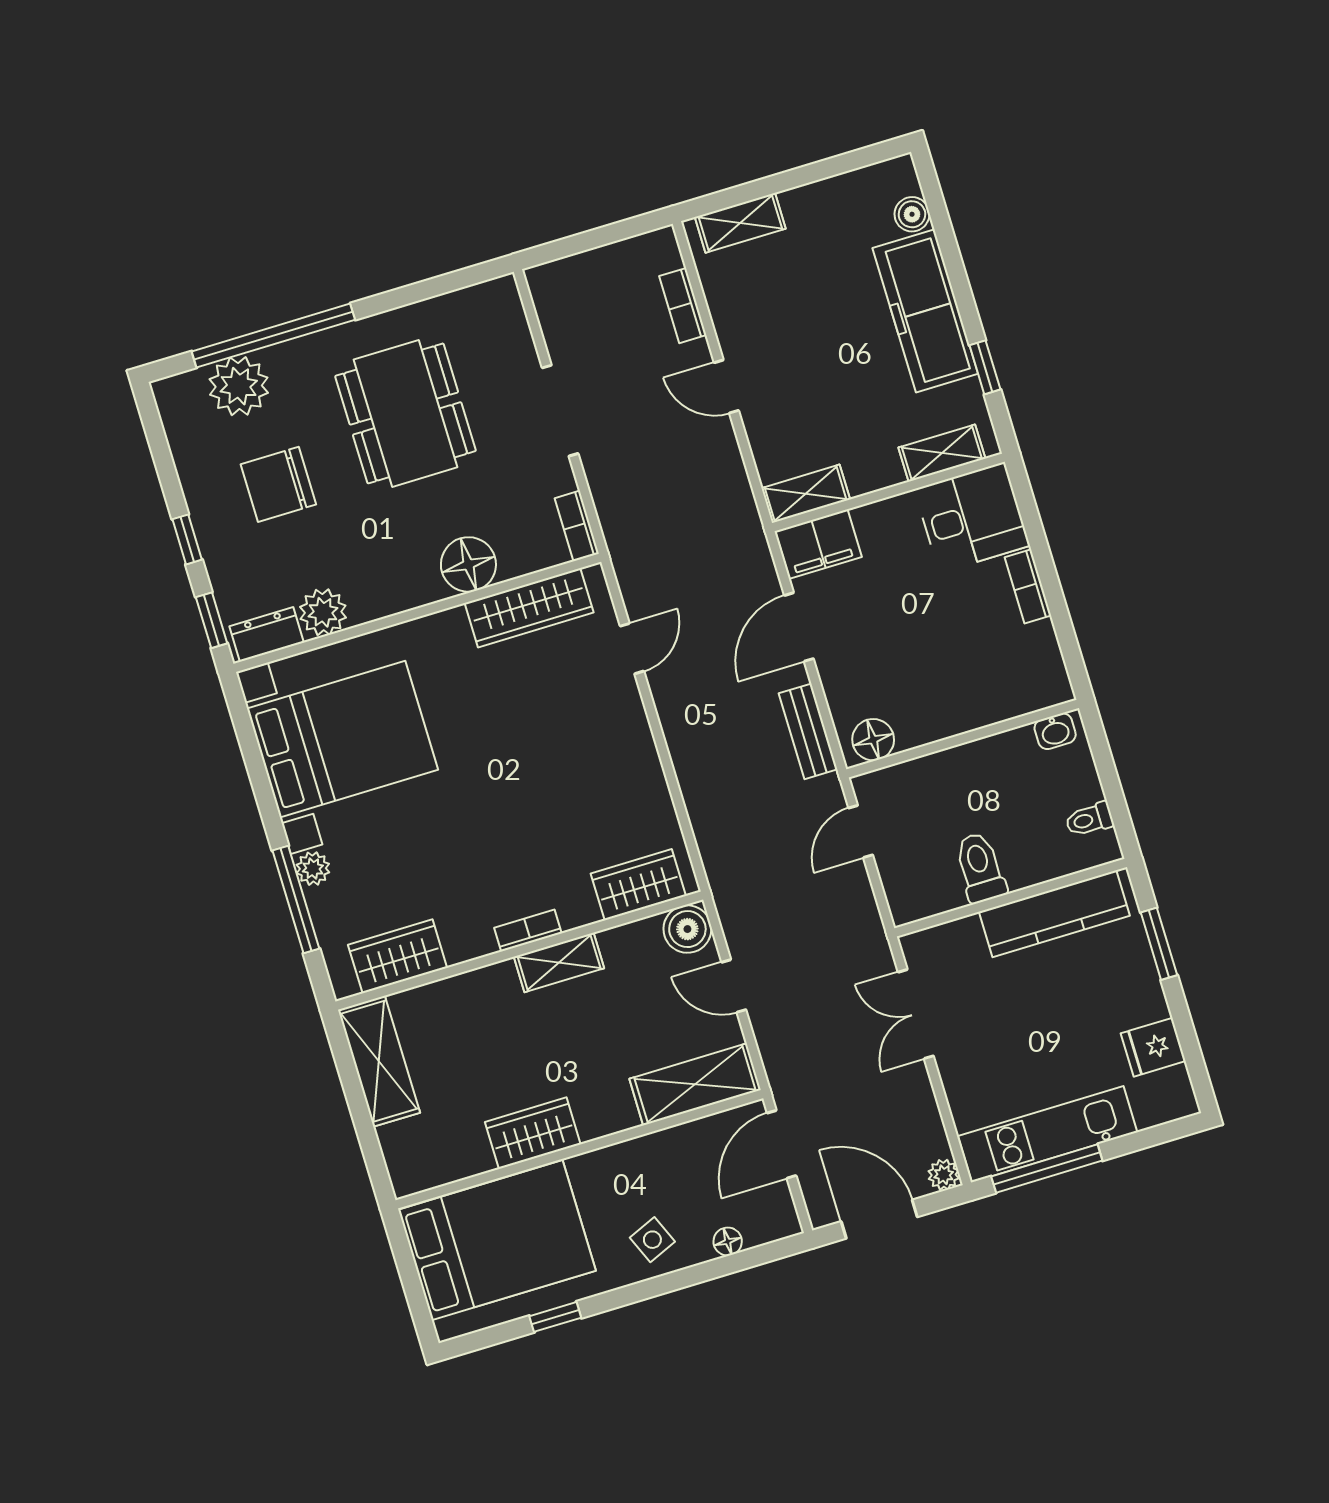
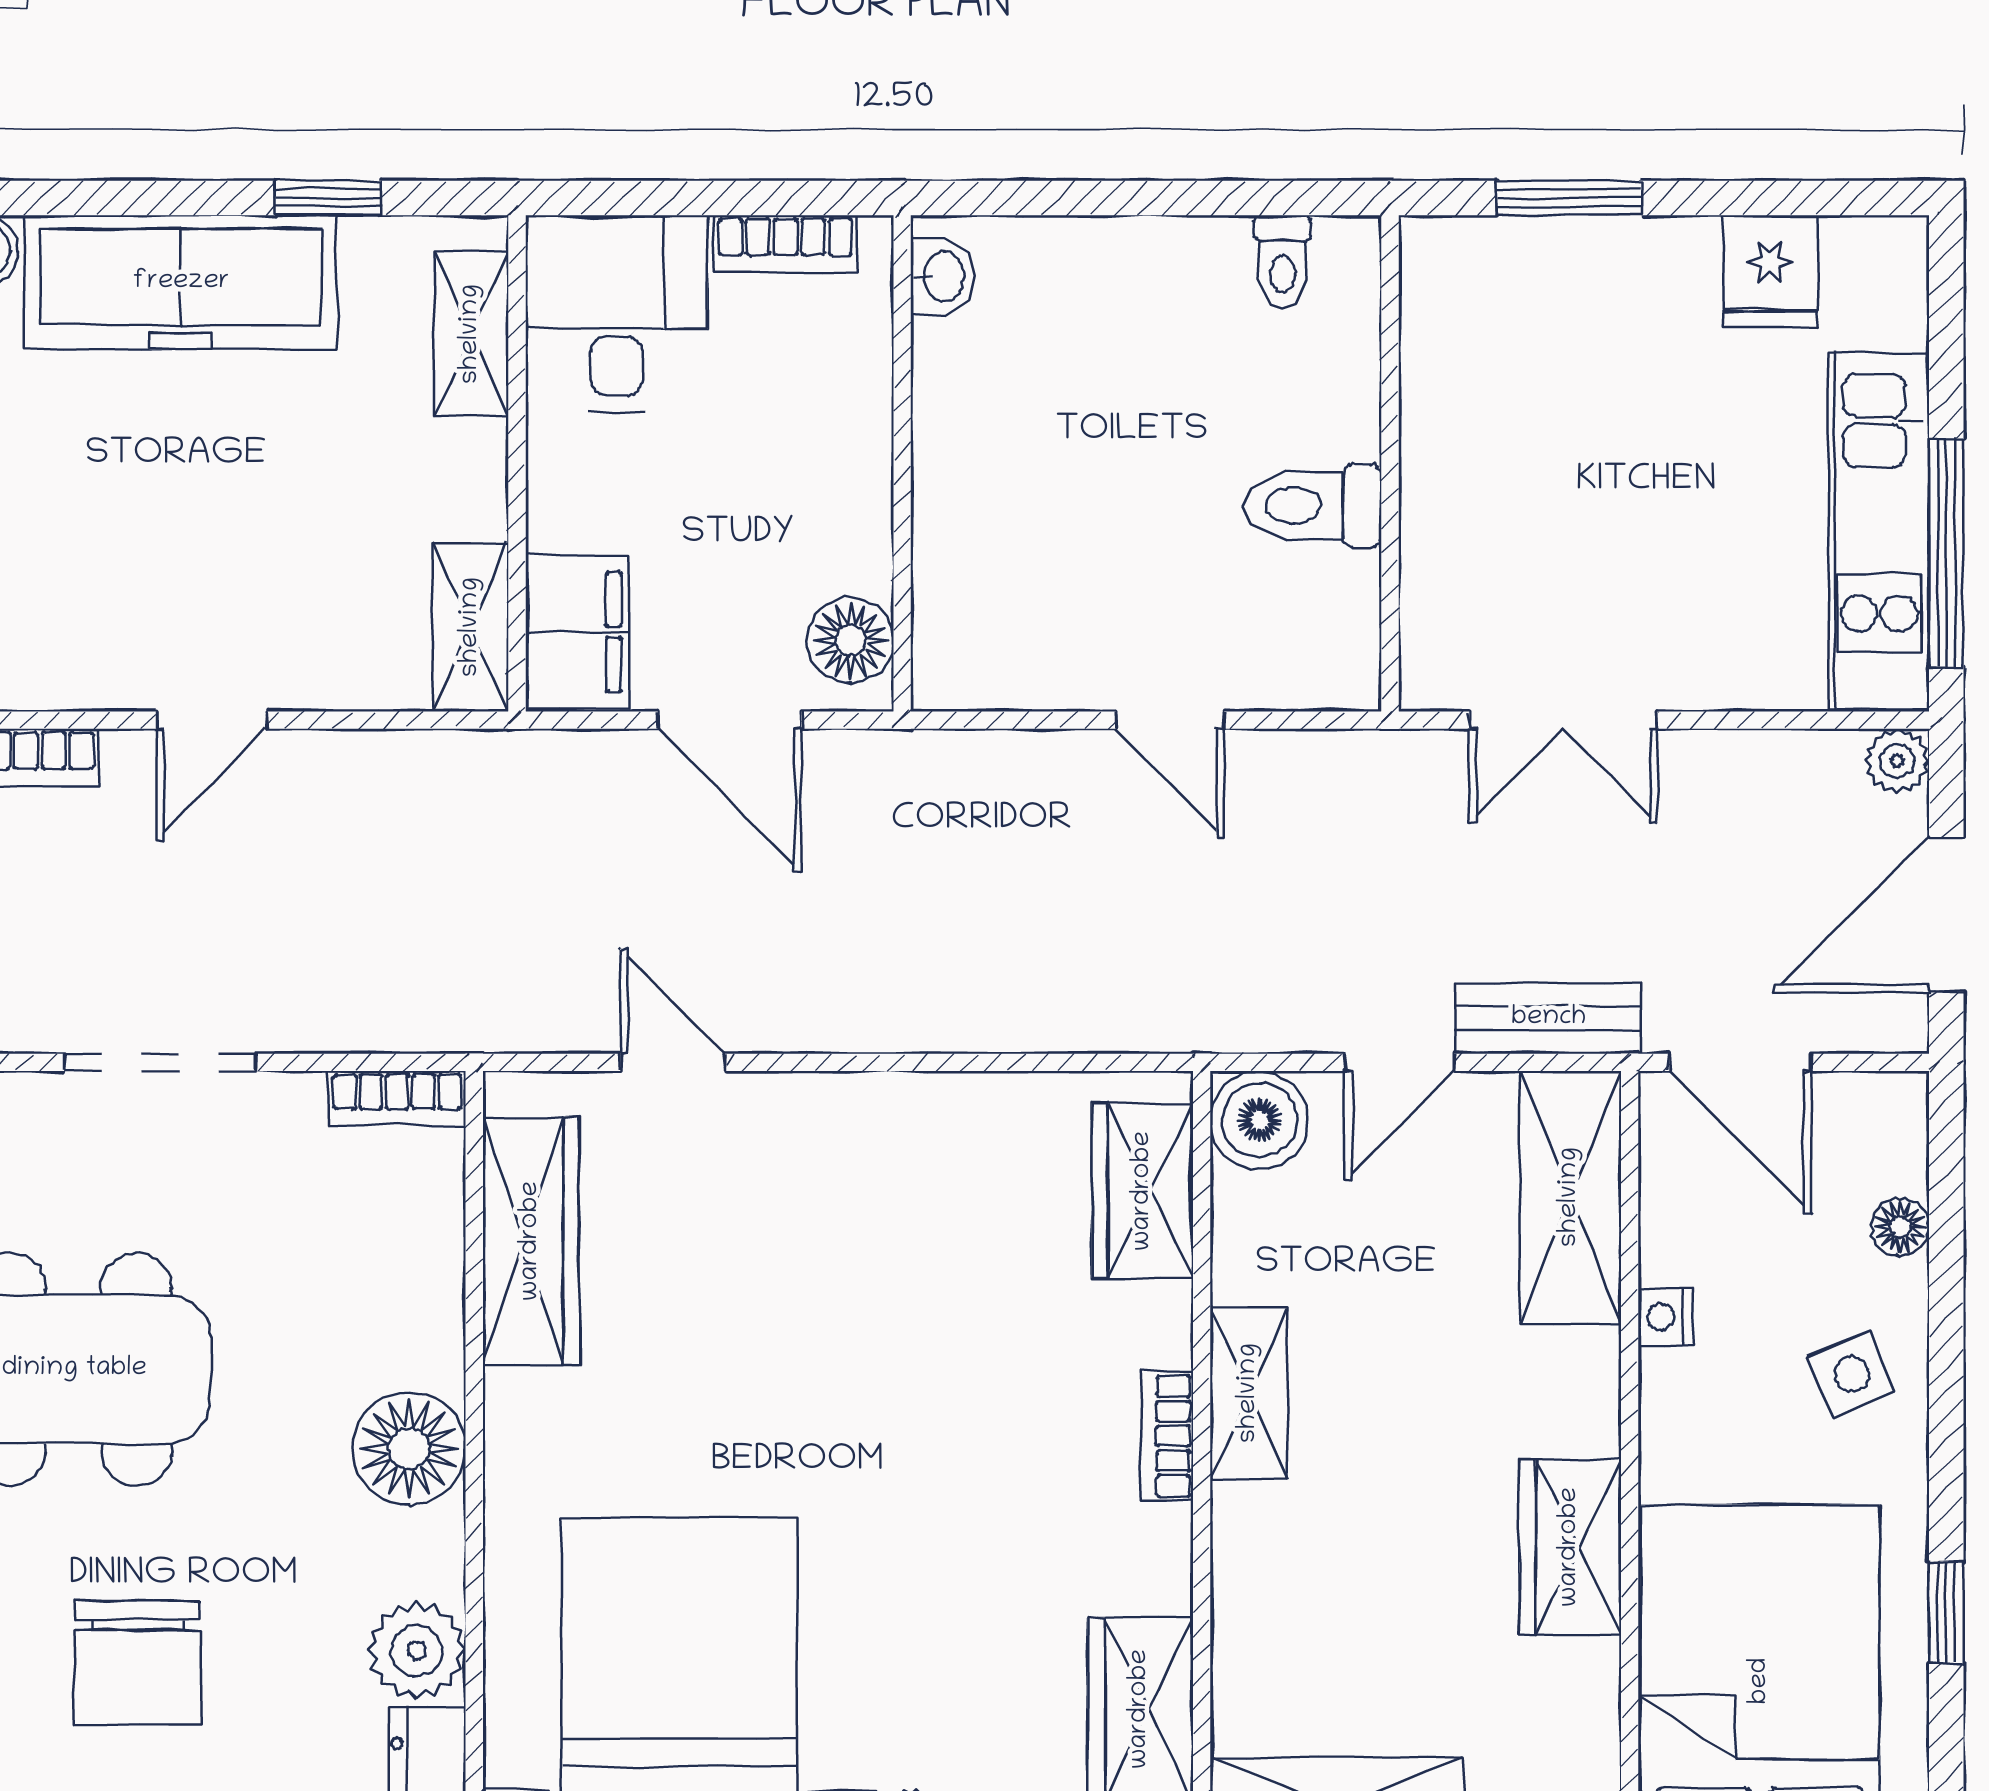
floor lamp: (468, 564) -> (409, 1448), moved
bench: (808, 731) -> (1549, 1018), moved
washbasin: (1055, 731) -> (943, 276), moved
wall: (963, 739) -> (902, 463), moved
floor lamp: (873, 740) -> (851, 641), moved
kitchen counter: (1054, 914) -> (1448, 386), removed
nightstand: (653, 1145) -> (1665, 1317), added

